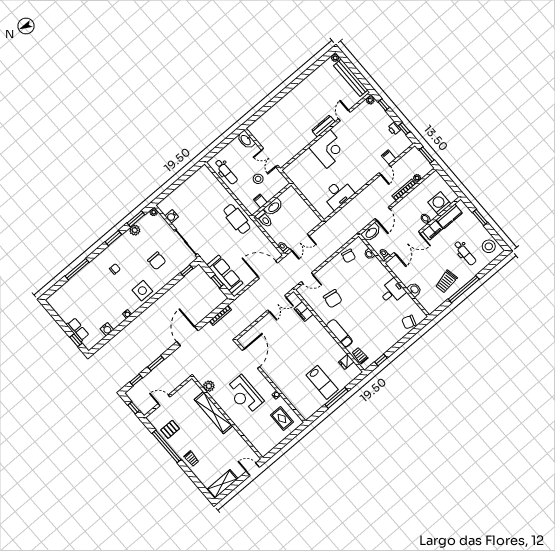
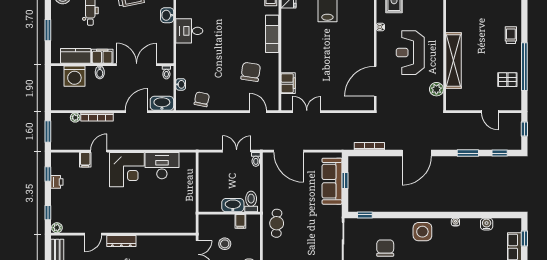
corner desk: (328, 149) -> (127, 170), moved, turned 180
cafe table: (237, 219) -> (277, 223), width x0.73, depth x0.74
reception desk: (244, 395) -> (410, 53), turned 180

